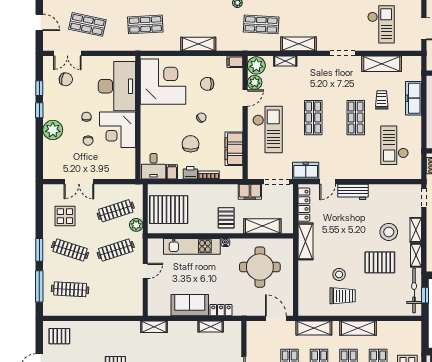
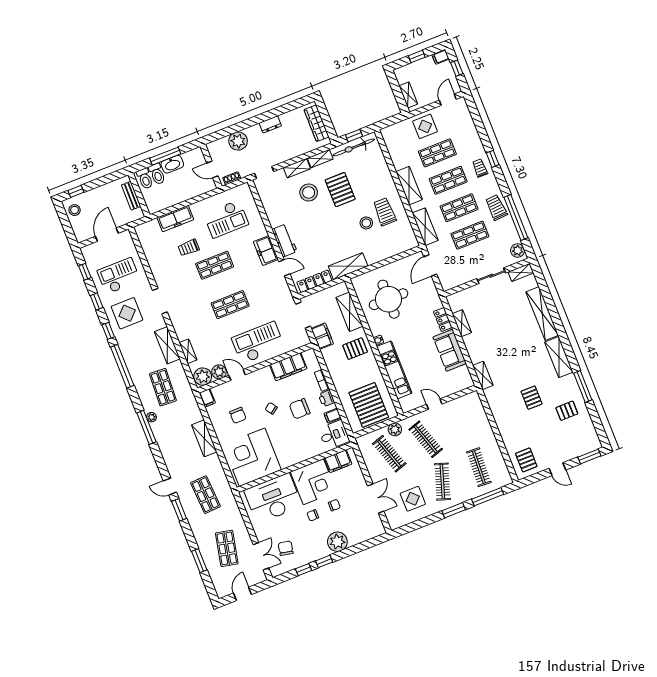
display table: (343, 18) -> (127, 313), added
shelving: (382, 64) -> (155, 261), removed
filing cabinet: (128, 160) -> (338, 461), added
freezer: (306, 171) -> (266, 251), moved

